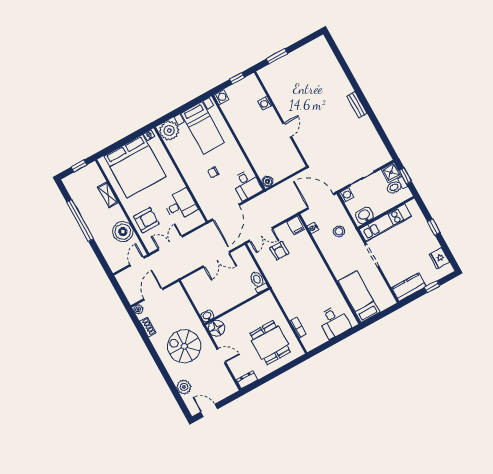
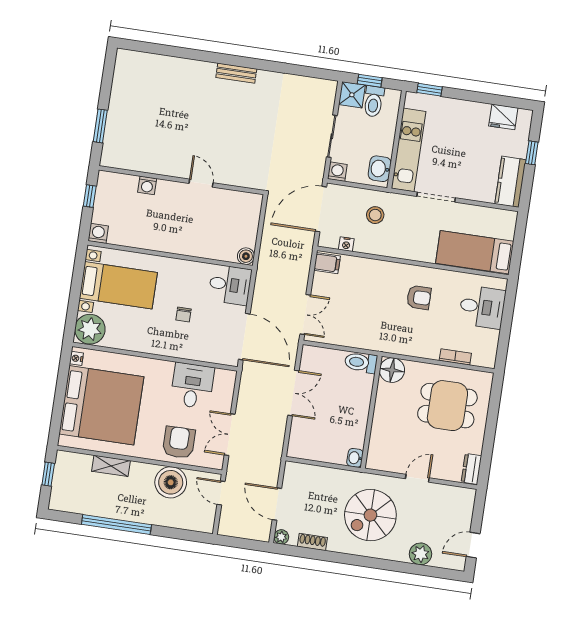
window: (434, 227) -> (430, 90), moved
armchair: (279, 251) -> (419, 297), moved
floor lamp: (217, 328) -> (392, 370), moved

